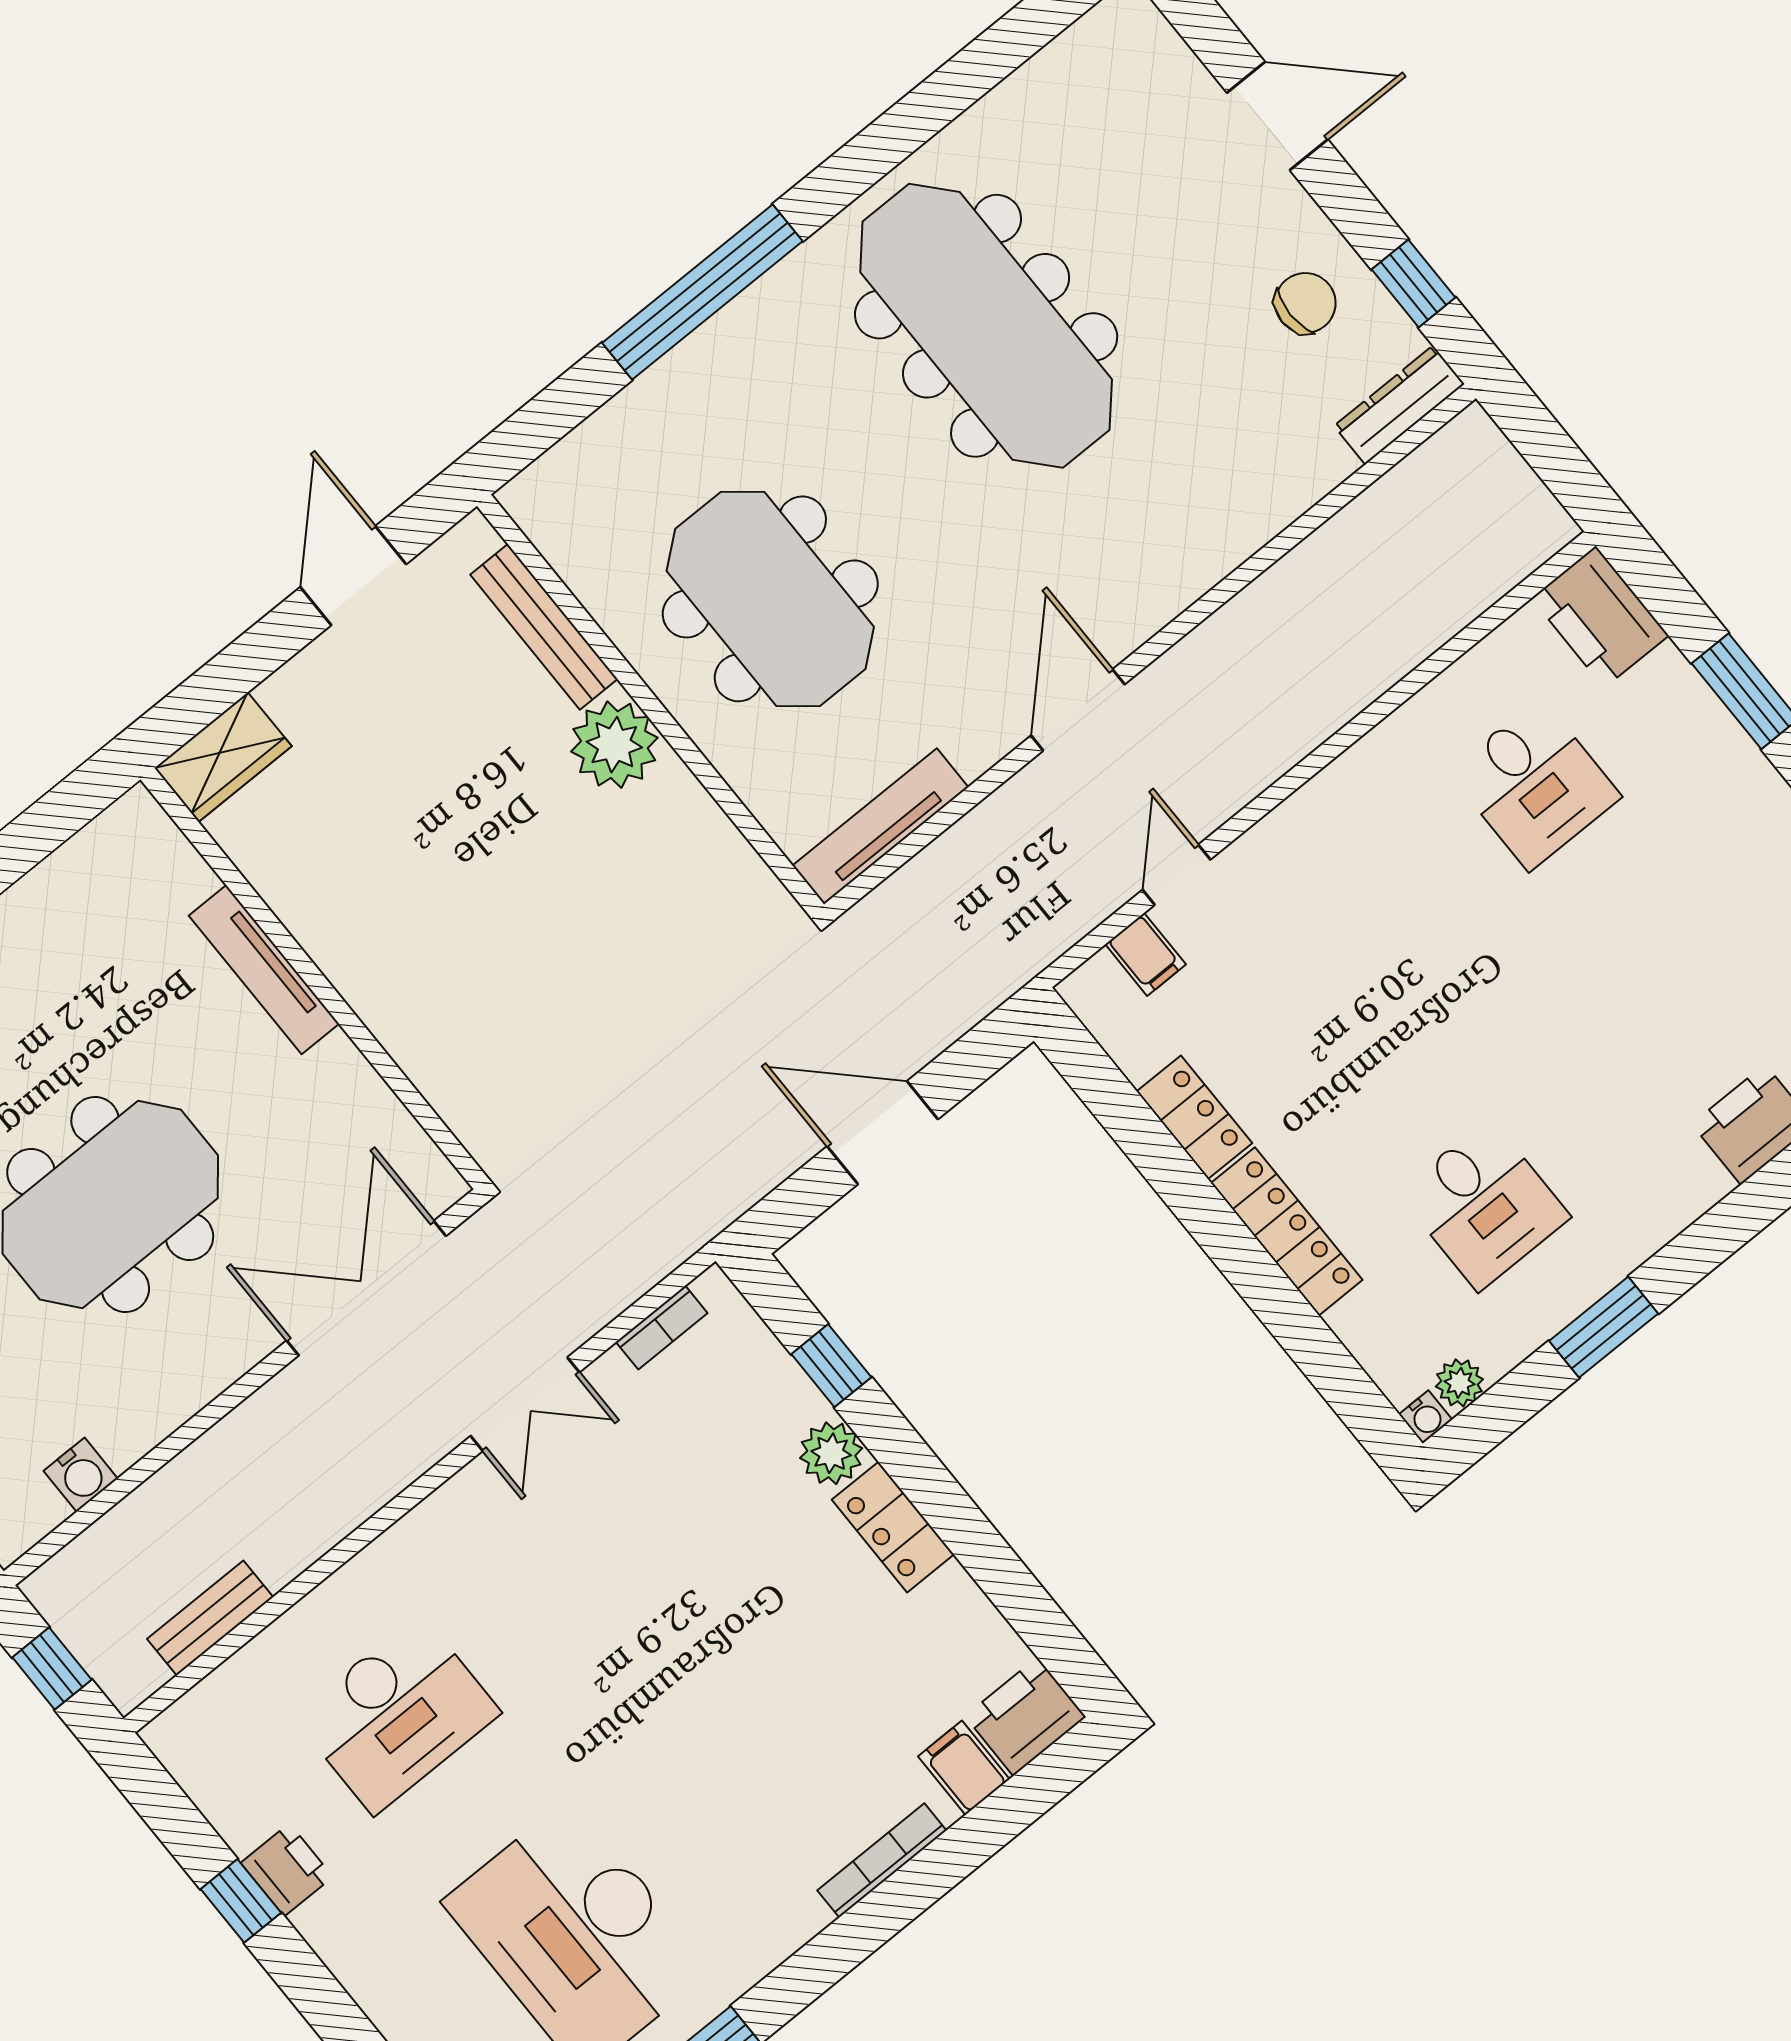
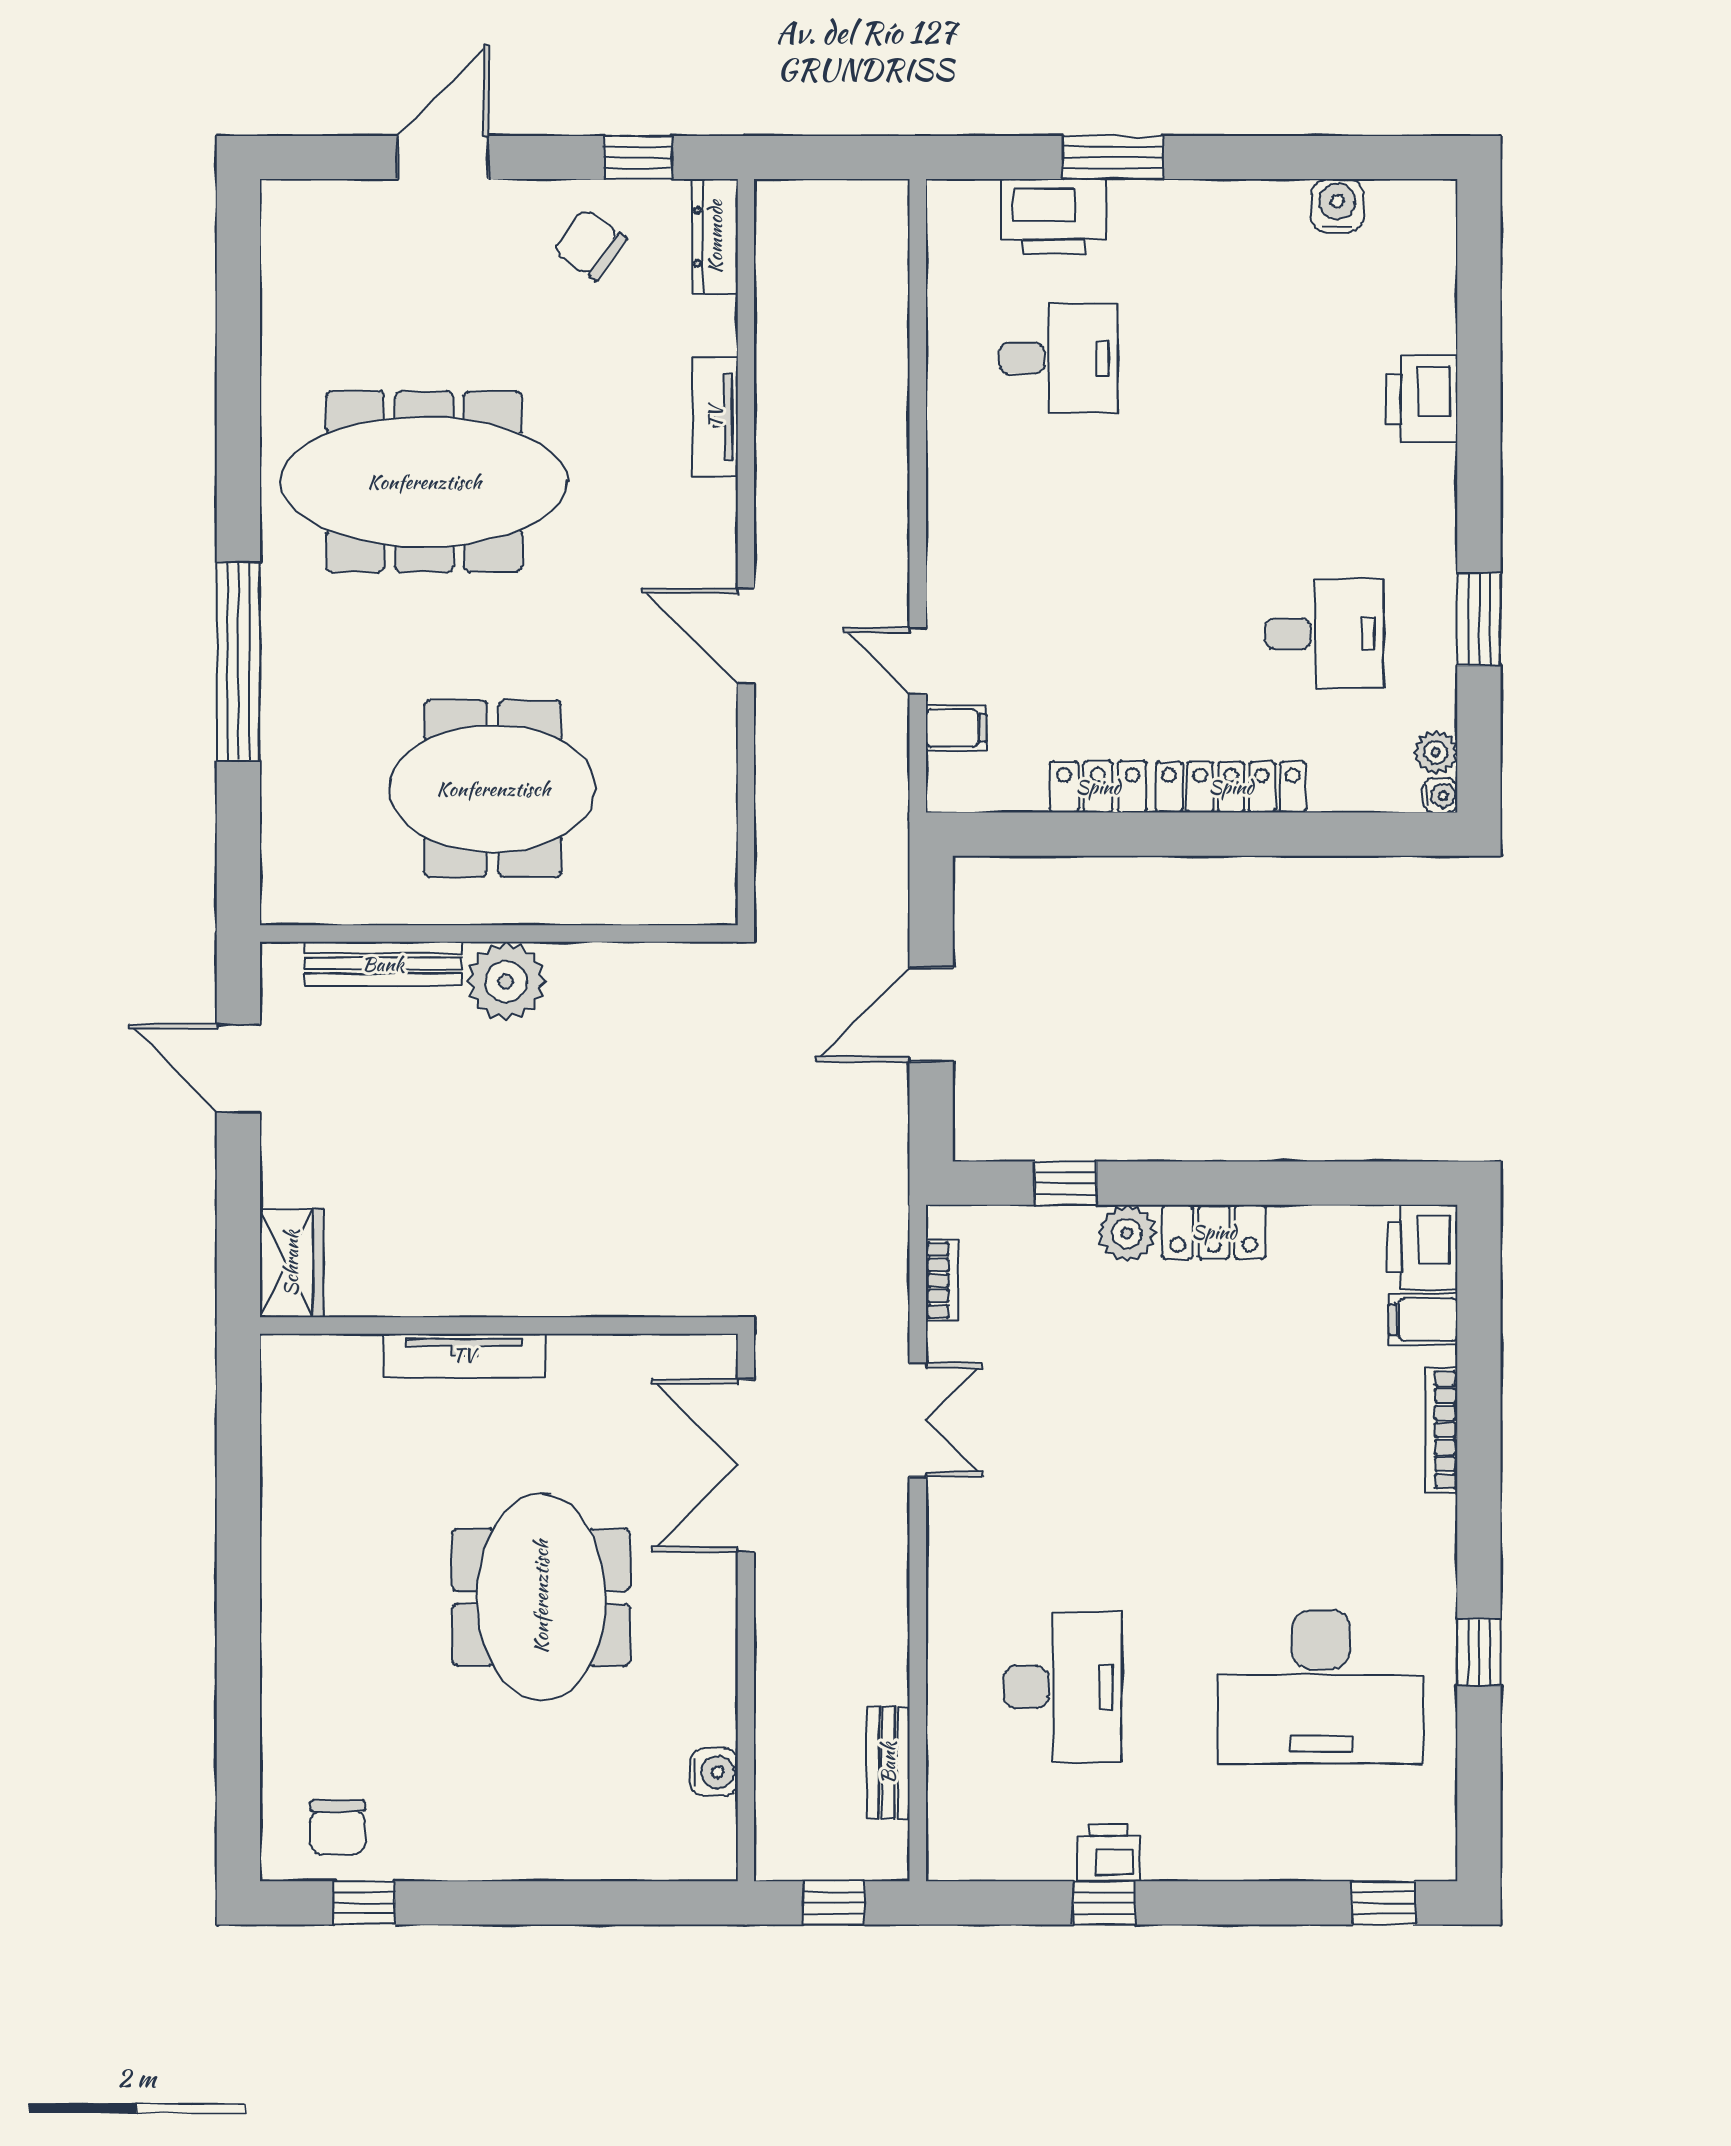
chair: (1305, 303) -> (590, 245), turned -55
printer: (1600, 617) -> (1054, 217), moved
tv unit: (880, 826) -> (715, 417), moved, width x0.71

